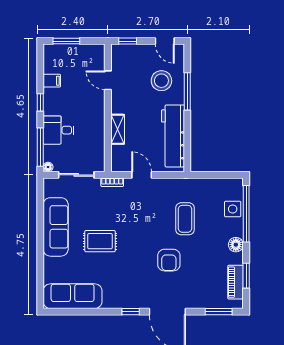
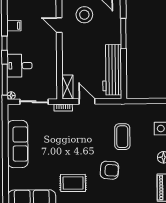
stool: (161, 81) -> (84, 15), moved
shelving: (118, 129) -> (67, 87), moved
rug: (100, 241) -> (73, 183), moved
armchair: (169, 260) -> (109, 170), turned -85

